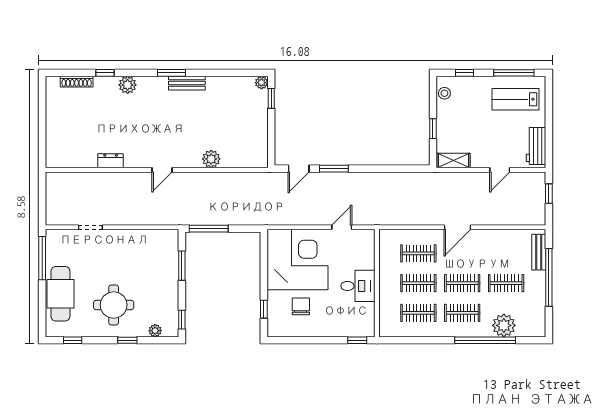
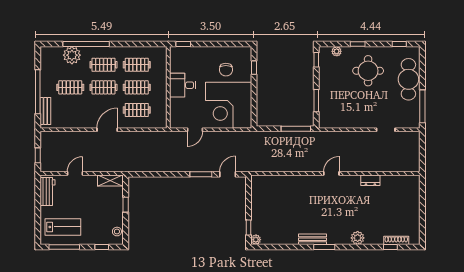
window: (105, 73) -> (390, 247), moved
plant: (211, 159) -> (294, 182), removed

